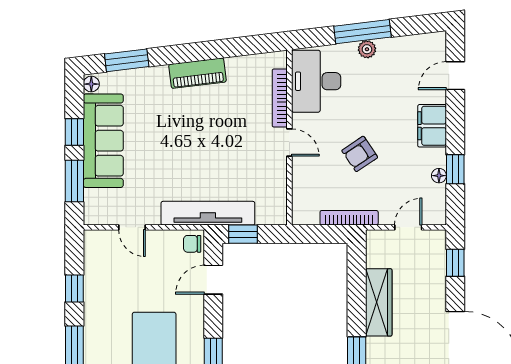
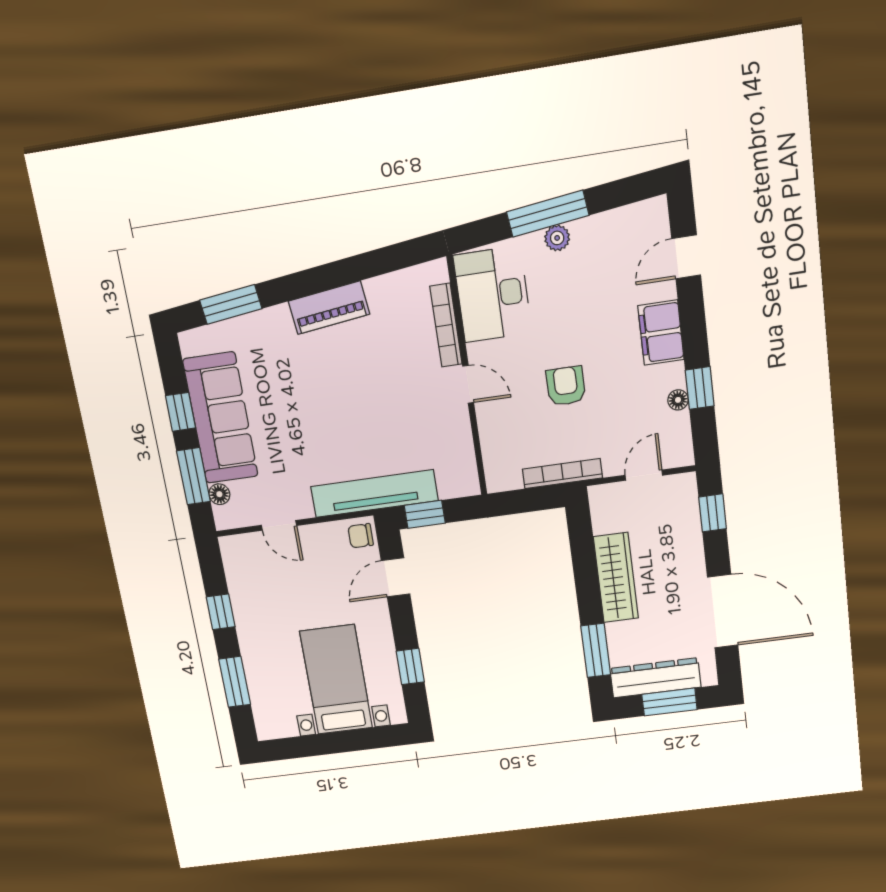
floor lamp: (91, 84) -> (219, 494), moved
armchair: (360, 154) -> (566, 386), turned 124

